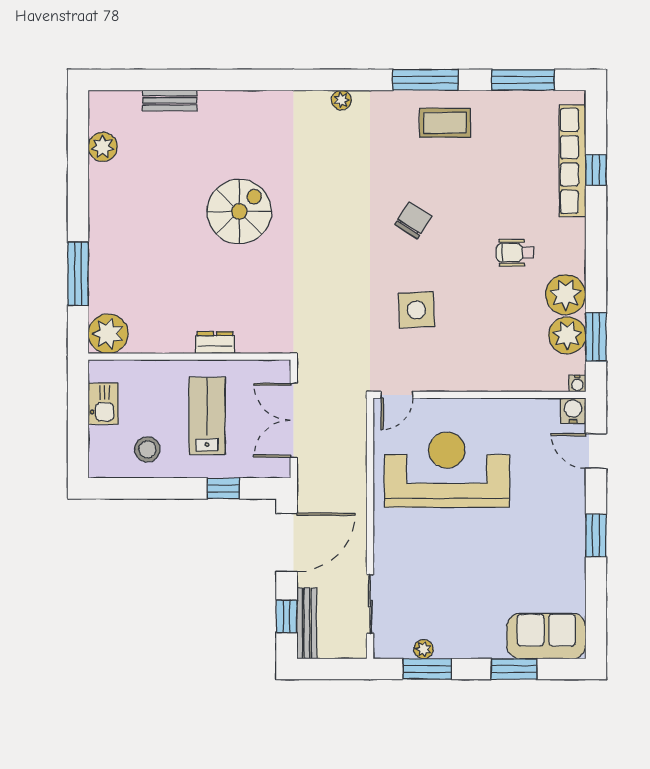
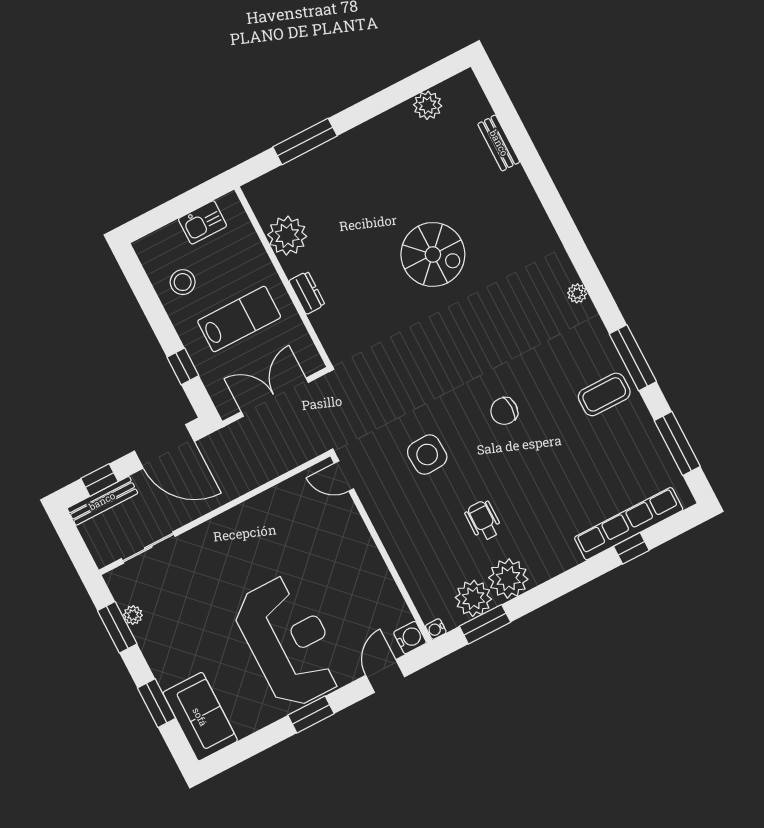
coffee table: (445, 123) -> (604, 394), turned 90
chair: (413, 220) -> (504, 411), turned 148
wheelchair: (515, 253) -> (483, 521), moved
plant: (108, 334) -> (287, 236), moved
reception desk: (447, 470) -> (289, 642), moved

